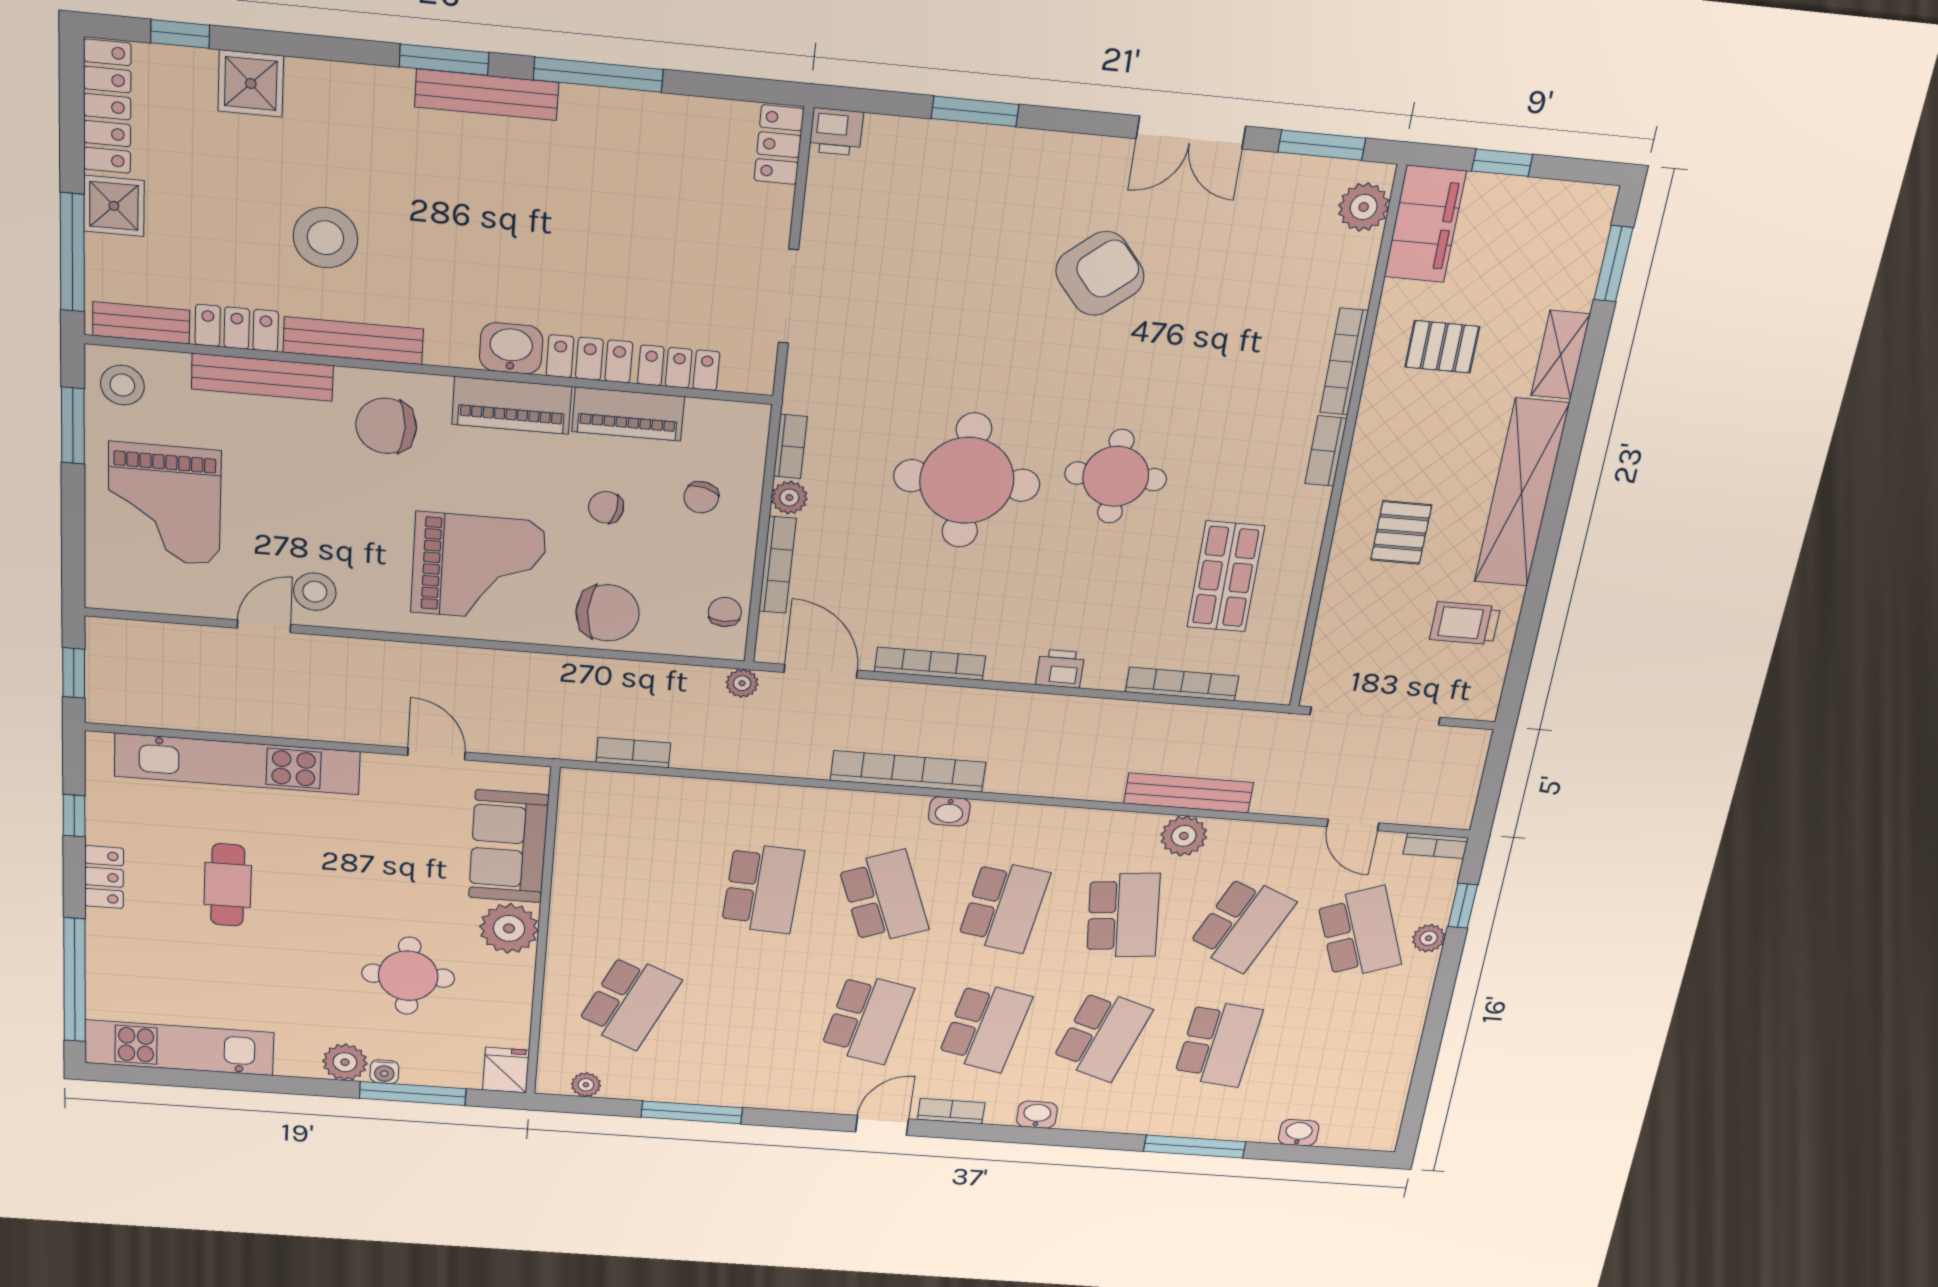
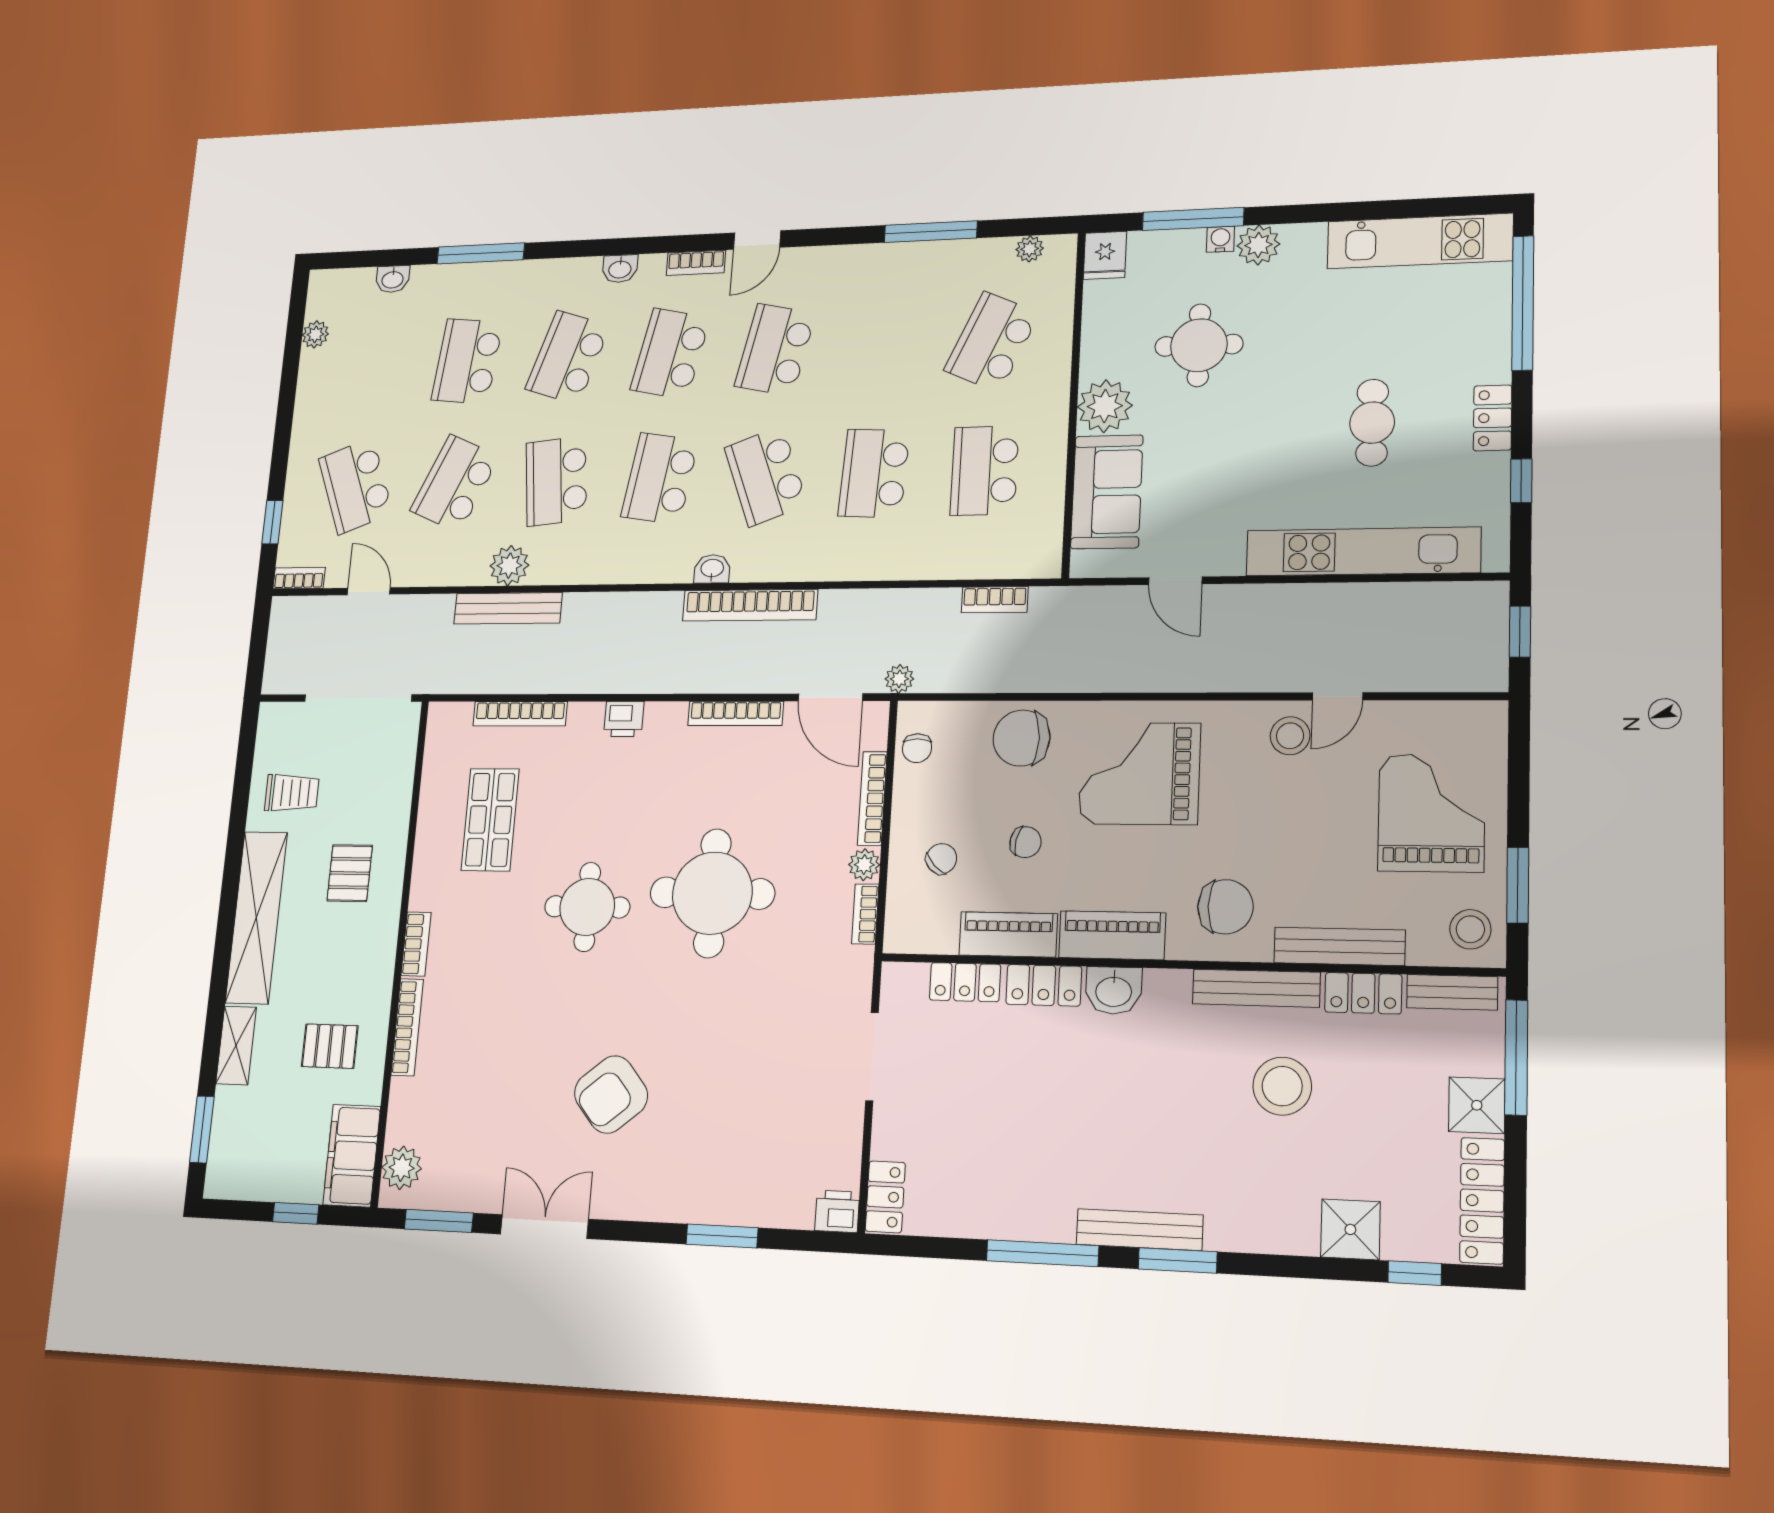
chair: (701, 497) -> (941, 859), turned 32
school desk: (641, 879) -> (985, 471), added
plant: (1429, 938) -> (315, 334), moved

